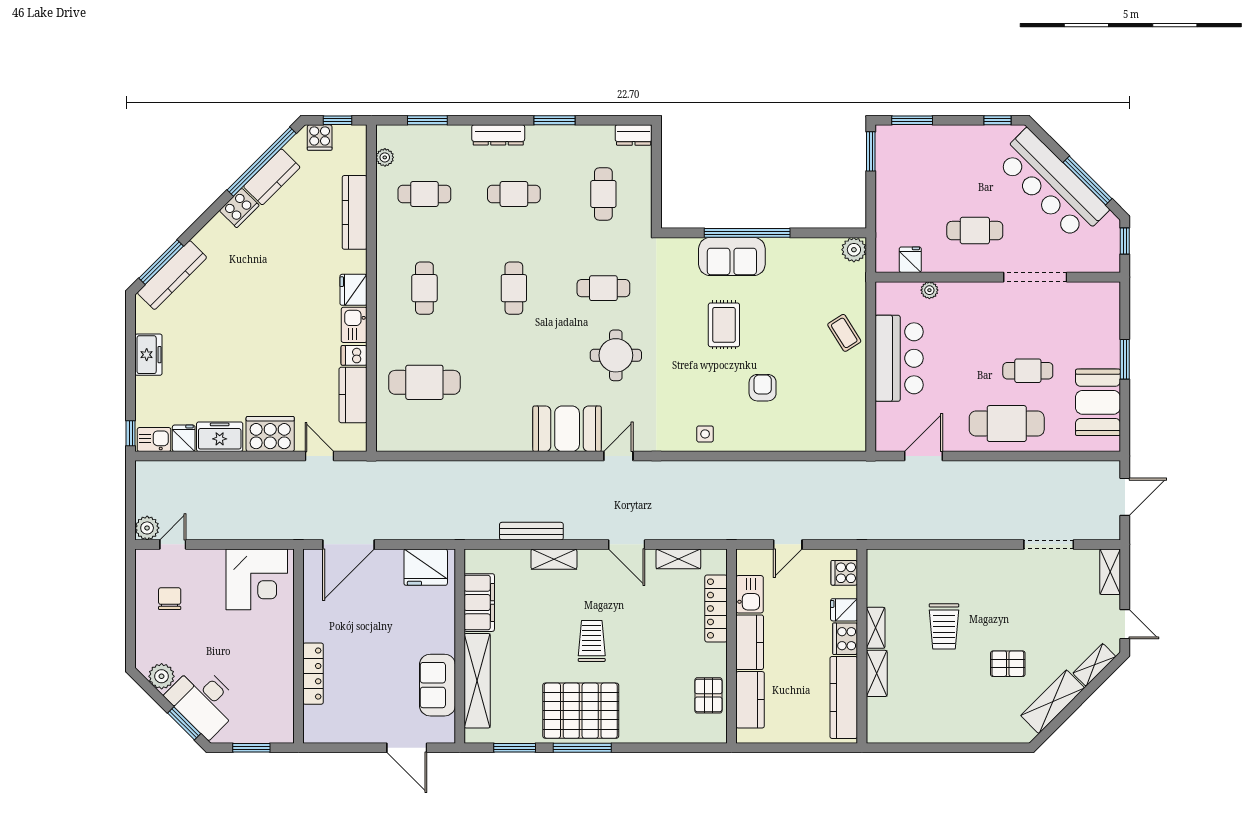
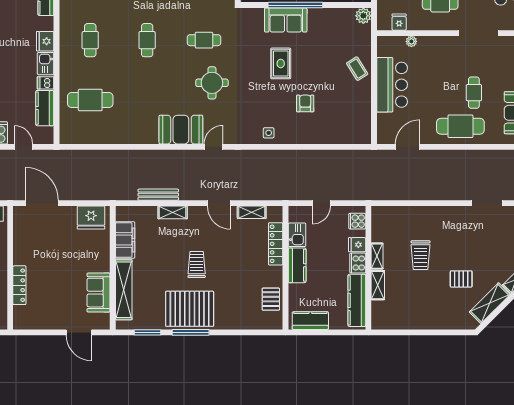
cafe table: (1028, 371) -> (474, 93), turned 90
door: (349, 544) -> (42, 203), swing flipped
kitchen counter: (750, 700) -> (310, 321), moved, turned -90

